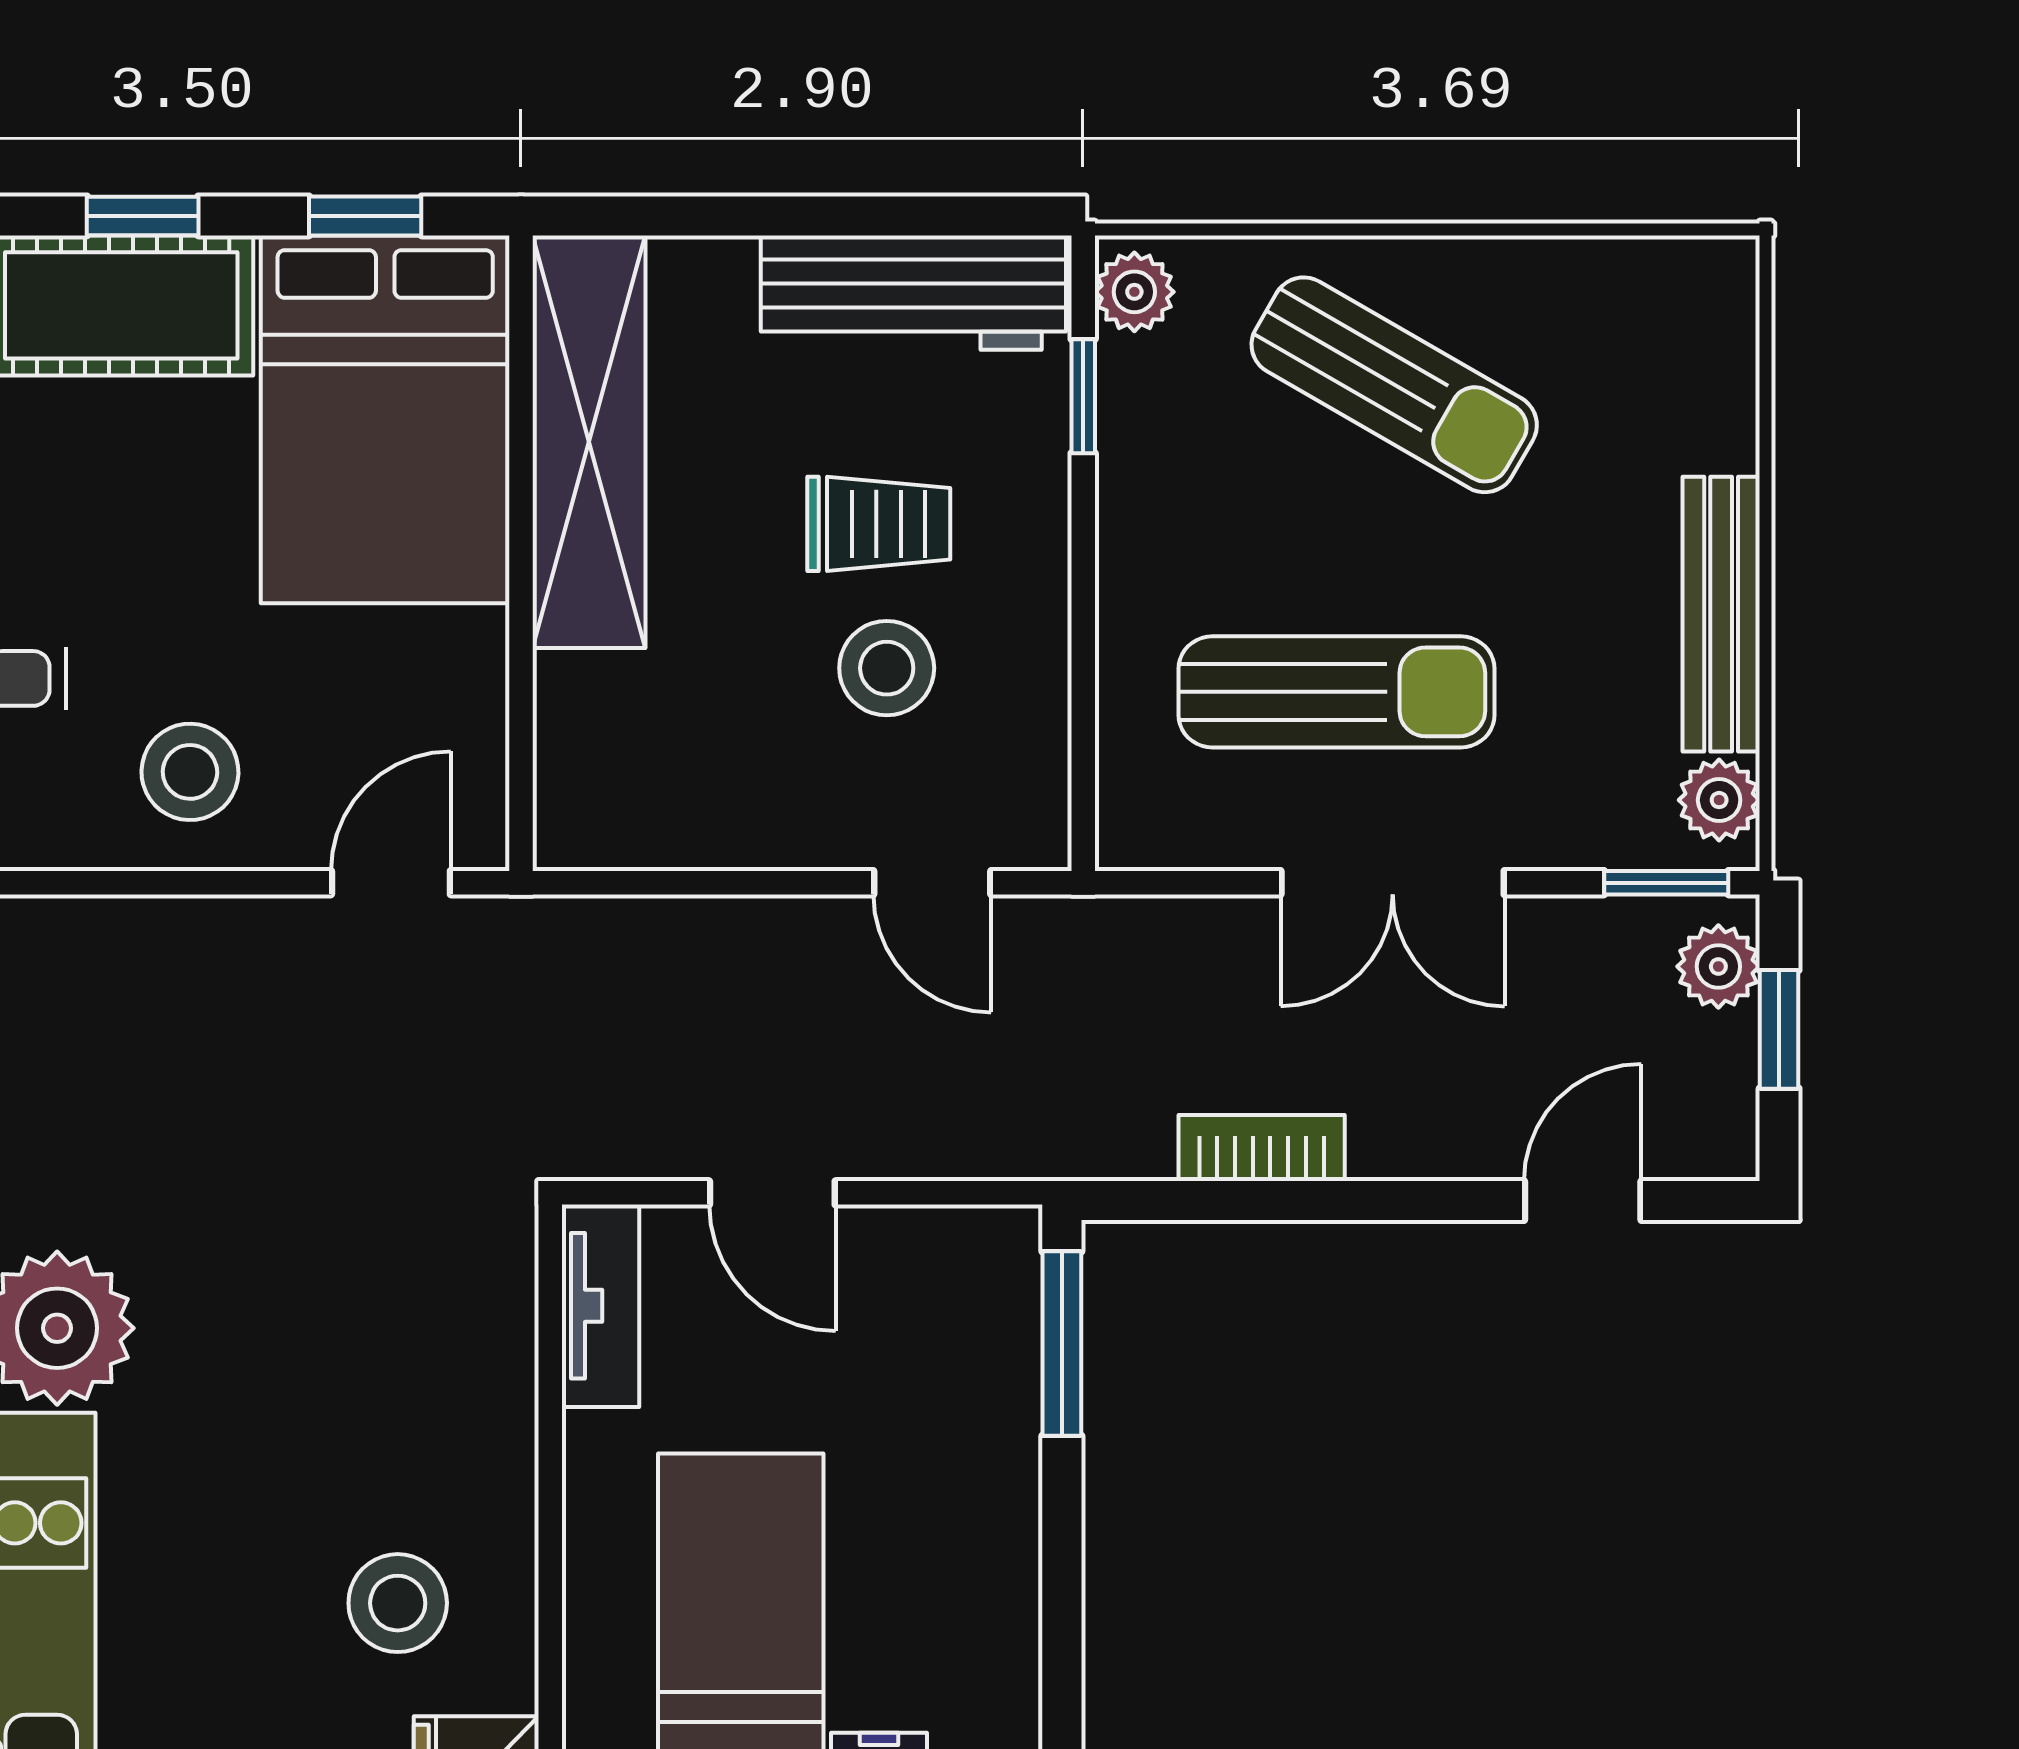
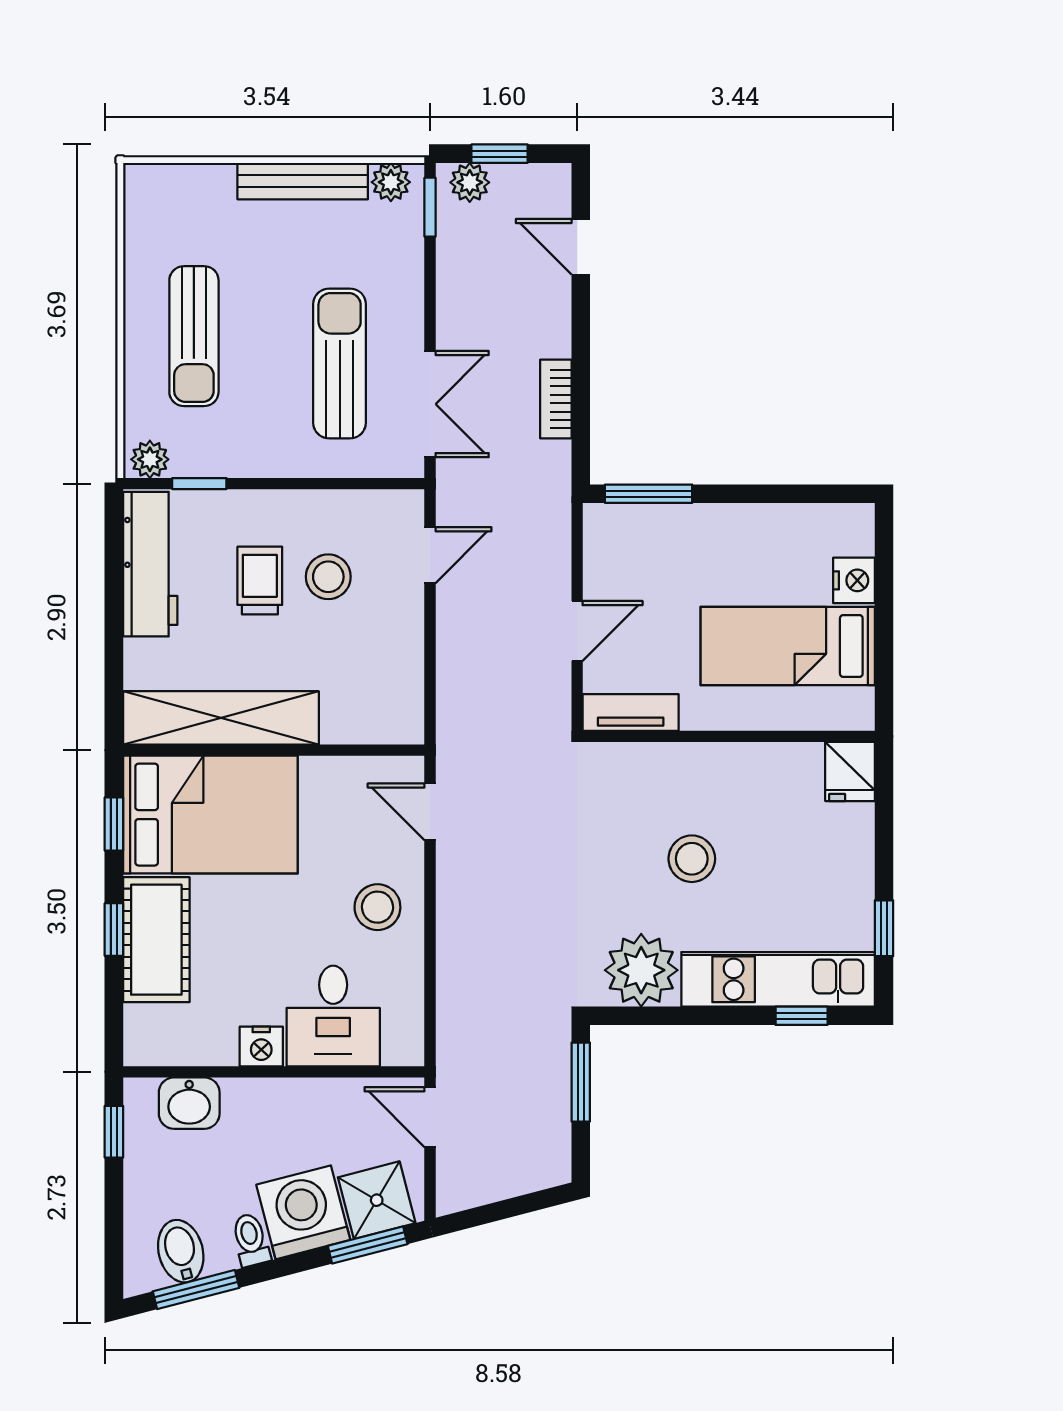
sun lounger: (1394, 385) -> (194, 336), turned 150
double door: (1393, 883) -> (430, 404), moved
stool: (398, 1603) -> (692, 859), moved

